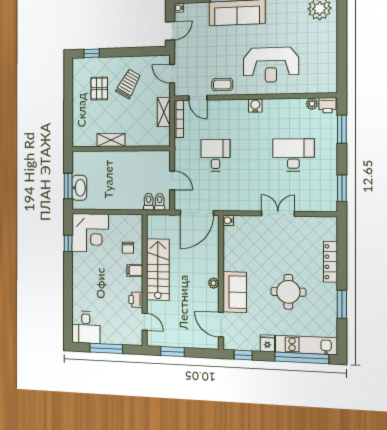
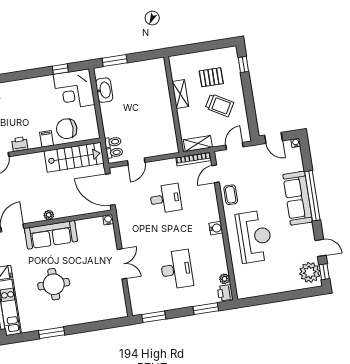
reception desk: (271, 65) -> (254, 237), turned 180
shelving: (111, 140) -> (180, 94), moved
wall: (120, 149) -> (174, 104), moved
washbasin: (79, 188) -> (104, 90), moved, turned -90
chair: (128, 248) -> (67, 129), width x1.87, depth x1.87
locker: (330, 262) -> (87, 317), removed
stairs: (158, 270) -> (74, 157), moved
sofa: (235, 292) -> (51, 235), width x1.36

